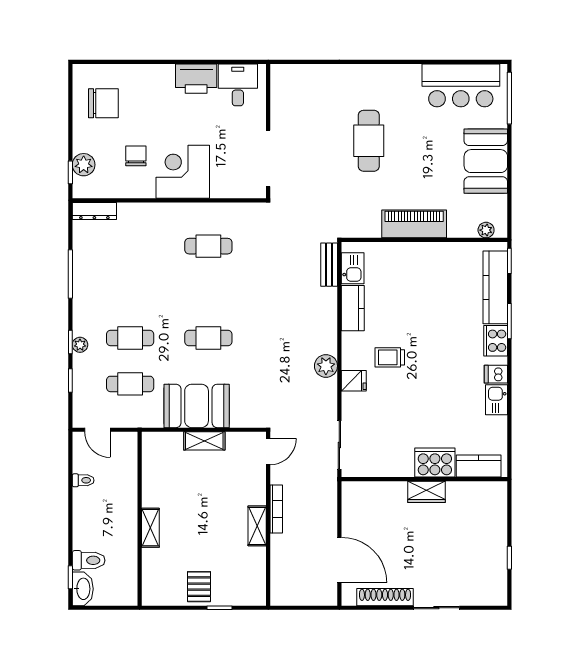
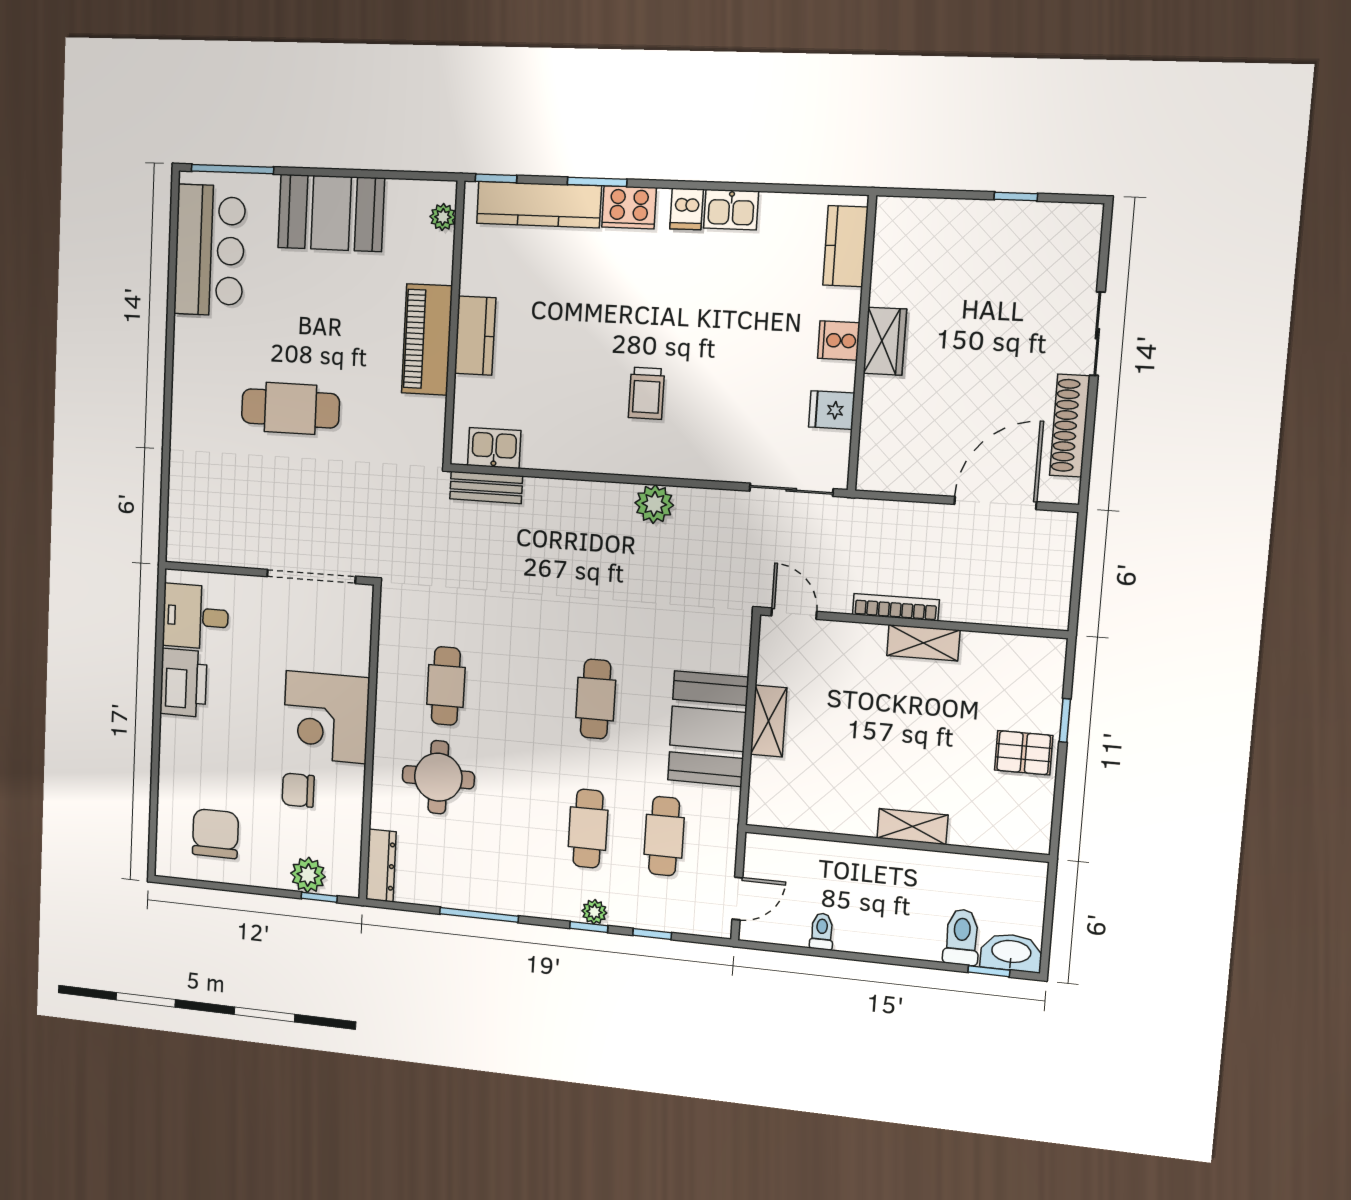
round table: (152, 244) -> (438, 777), added
kitchen counter: (353, 308) -> (475, 336), moved, turned 90
fridge: (354, 381) -> (832, 410), moved, turned -90
cooker: (435, 463) -> (839, 341), width x0.53, depth x0.76

